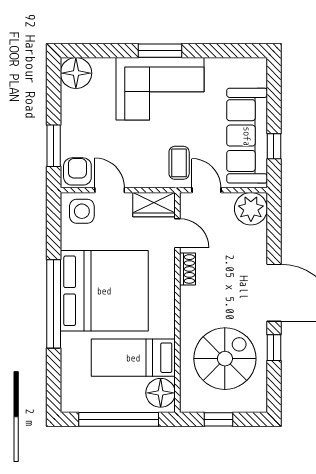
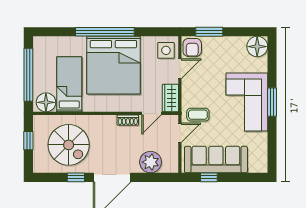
armchair: (77, 171) -> (192, 47), turned 90
plant: (251, 209) -> (151, 162), moved

